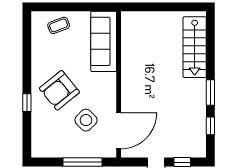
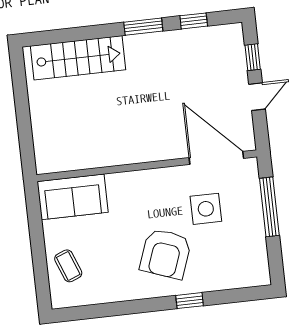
sofa: (104, 41) -> (73, 197), width x0.73
armchair: (59, 90) -> (166, 254), turned 59
side table: (86, 120) -> (206, 209), turned 45

